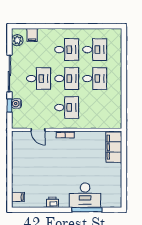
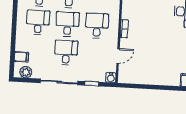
water cooler: (16, 104) -> (111, 78), moved

